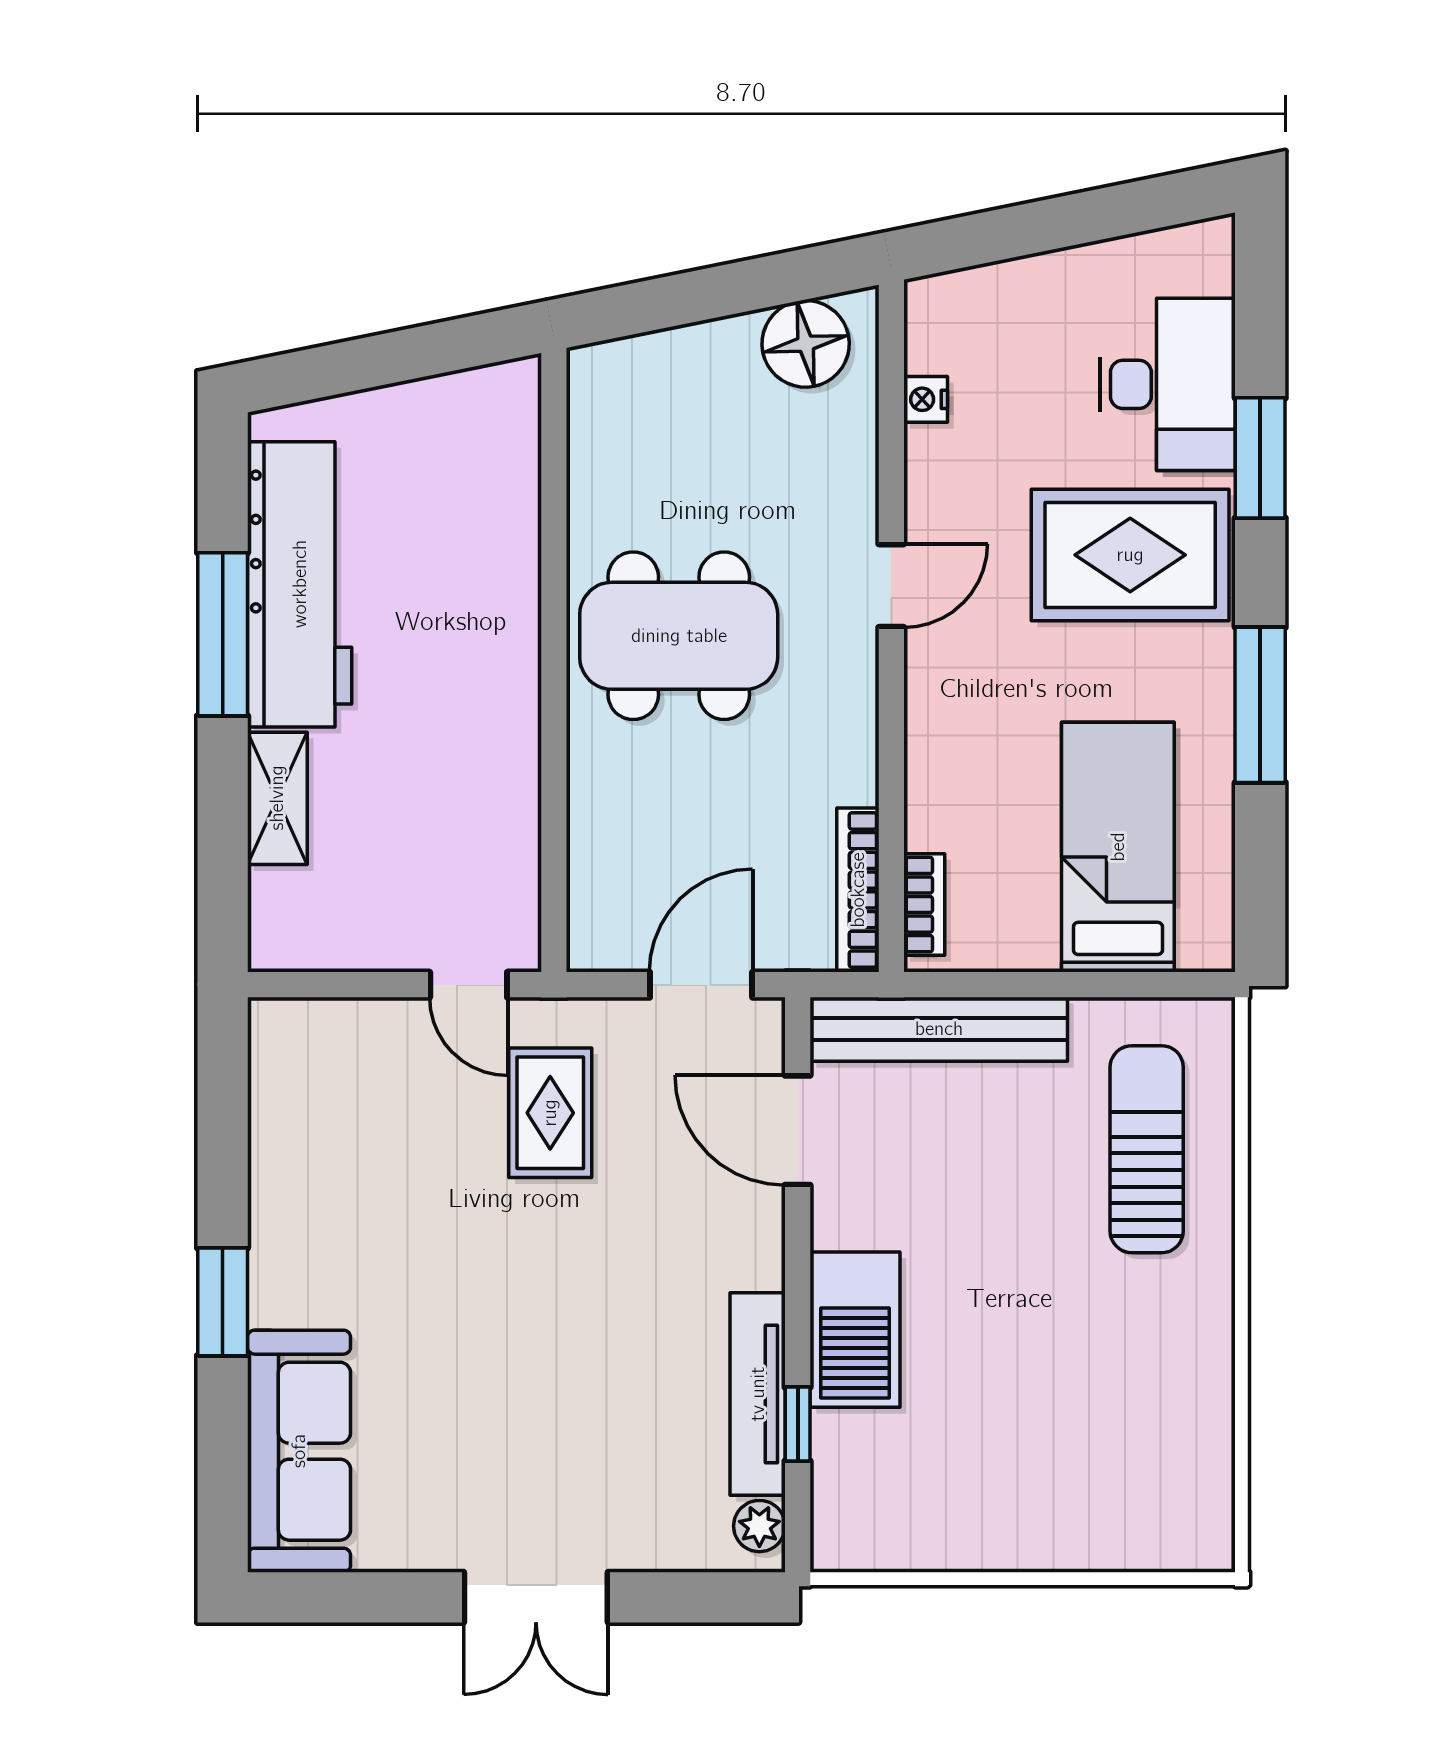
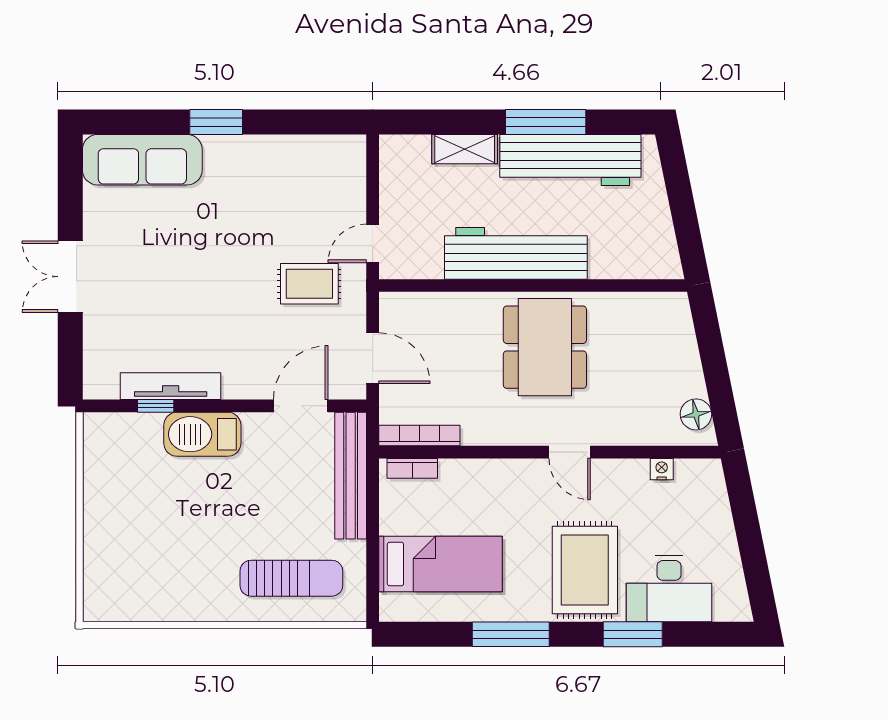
floor lamp: (806, 344) -> (696, 414), width x0.73, depth x0.73
workbench: (489, 695) -> (516, 253), added
plant: (759, 1526) -> (105, 387), removed

